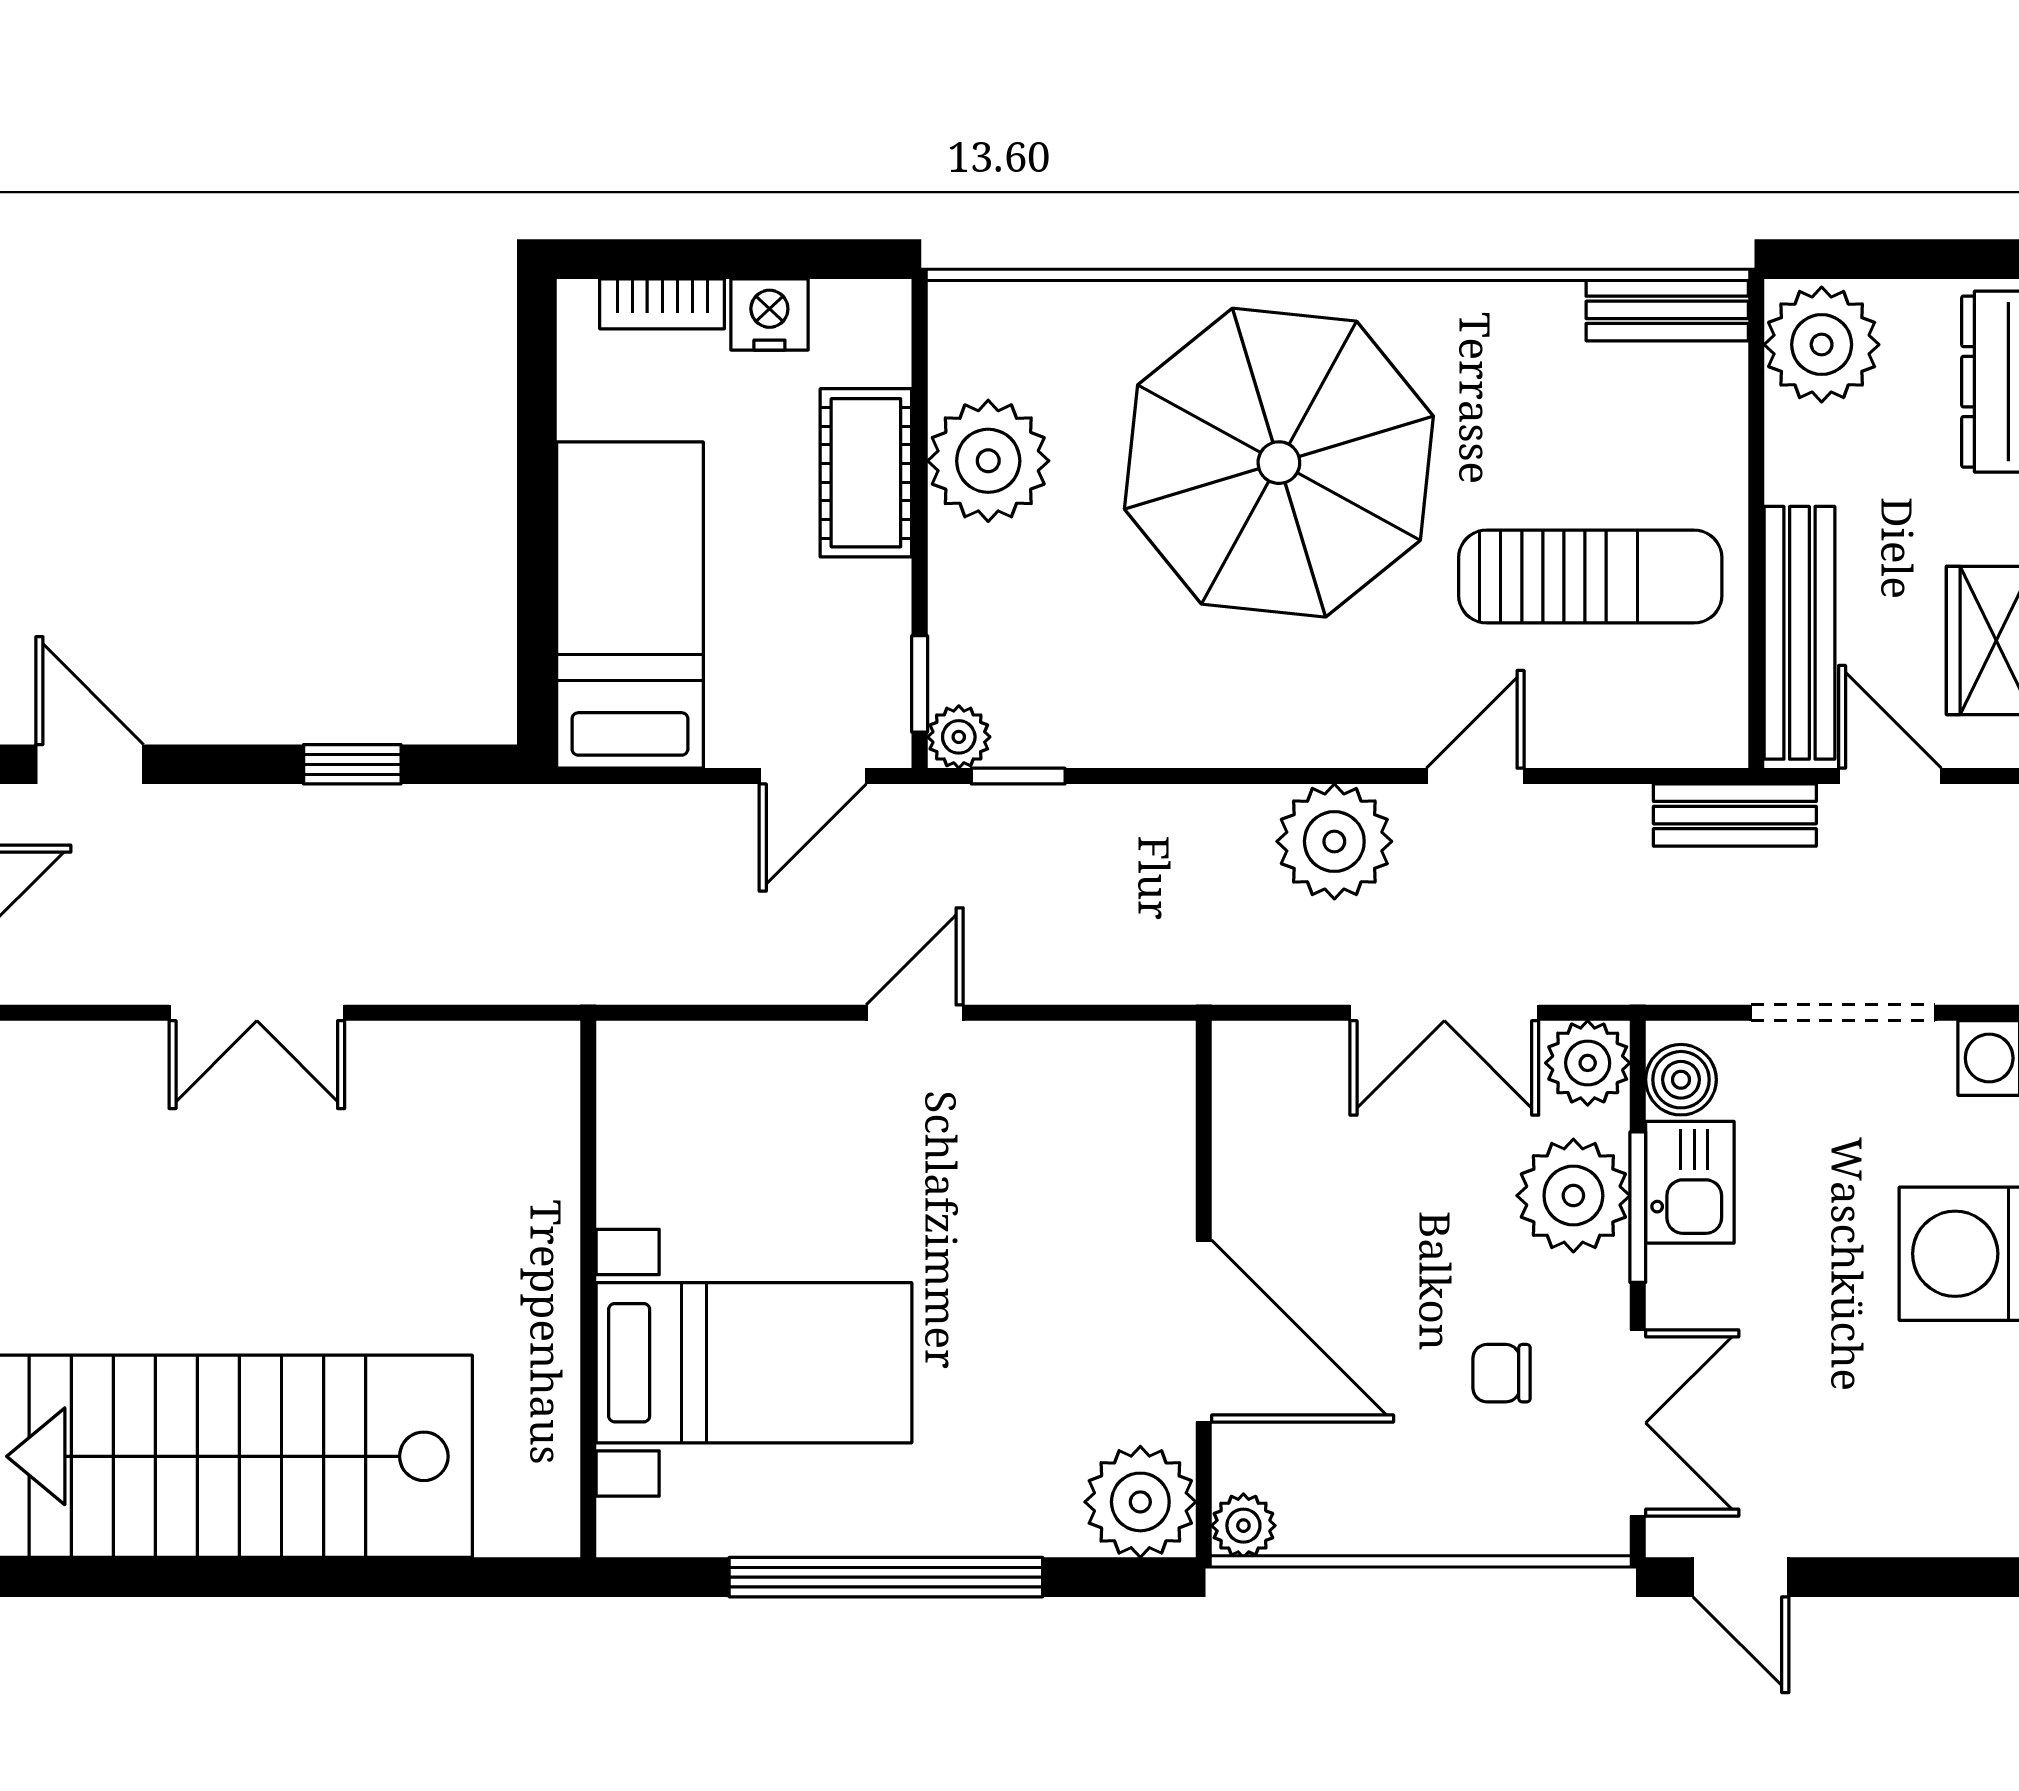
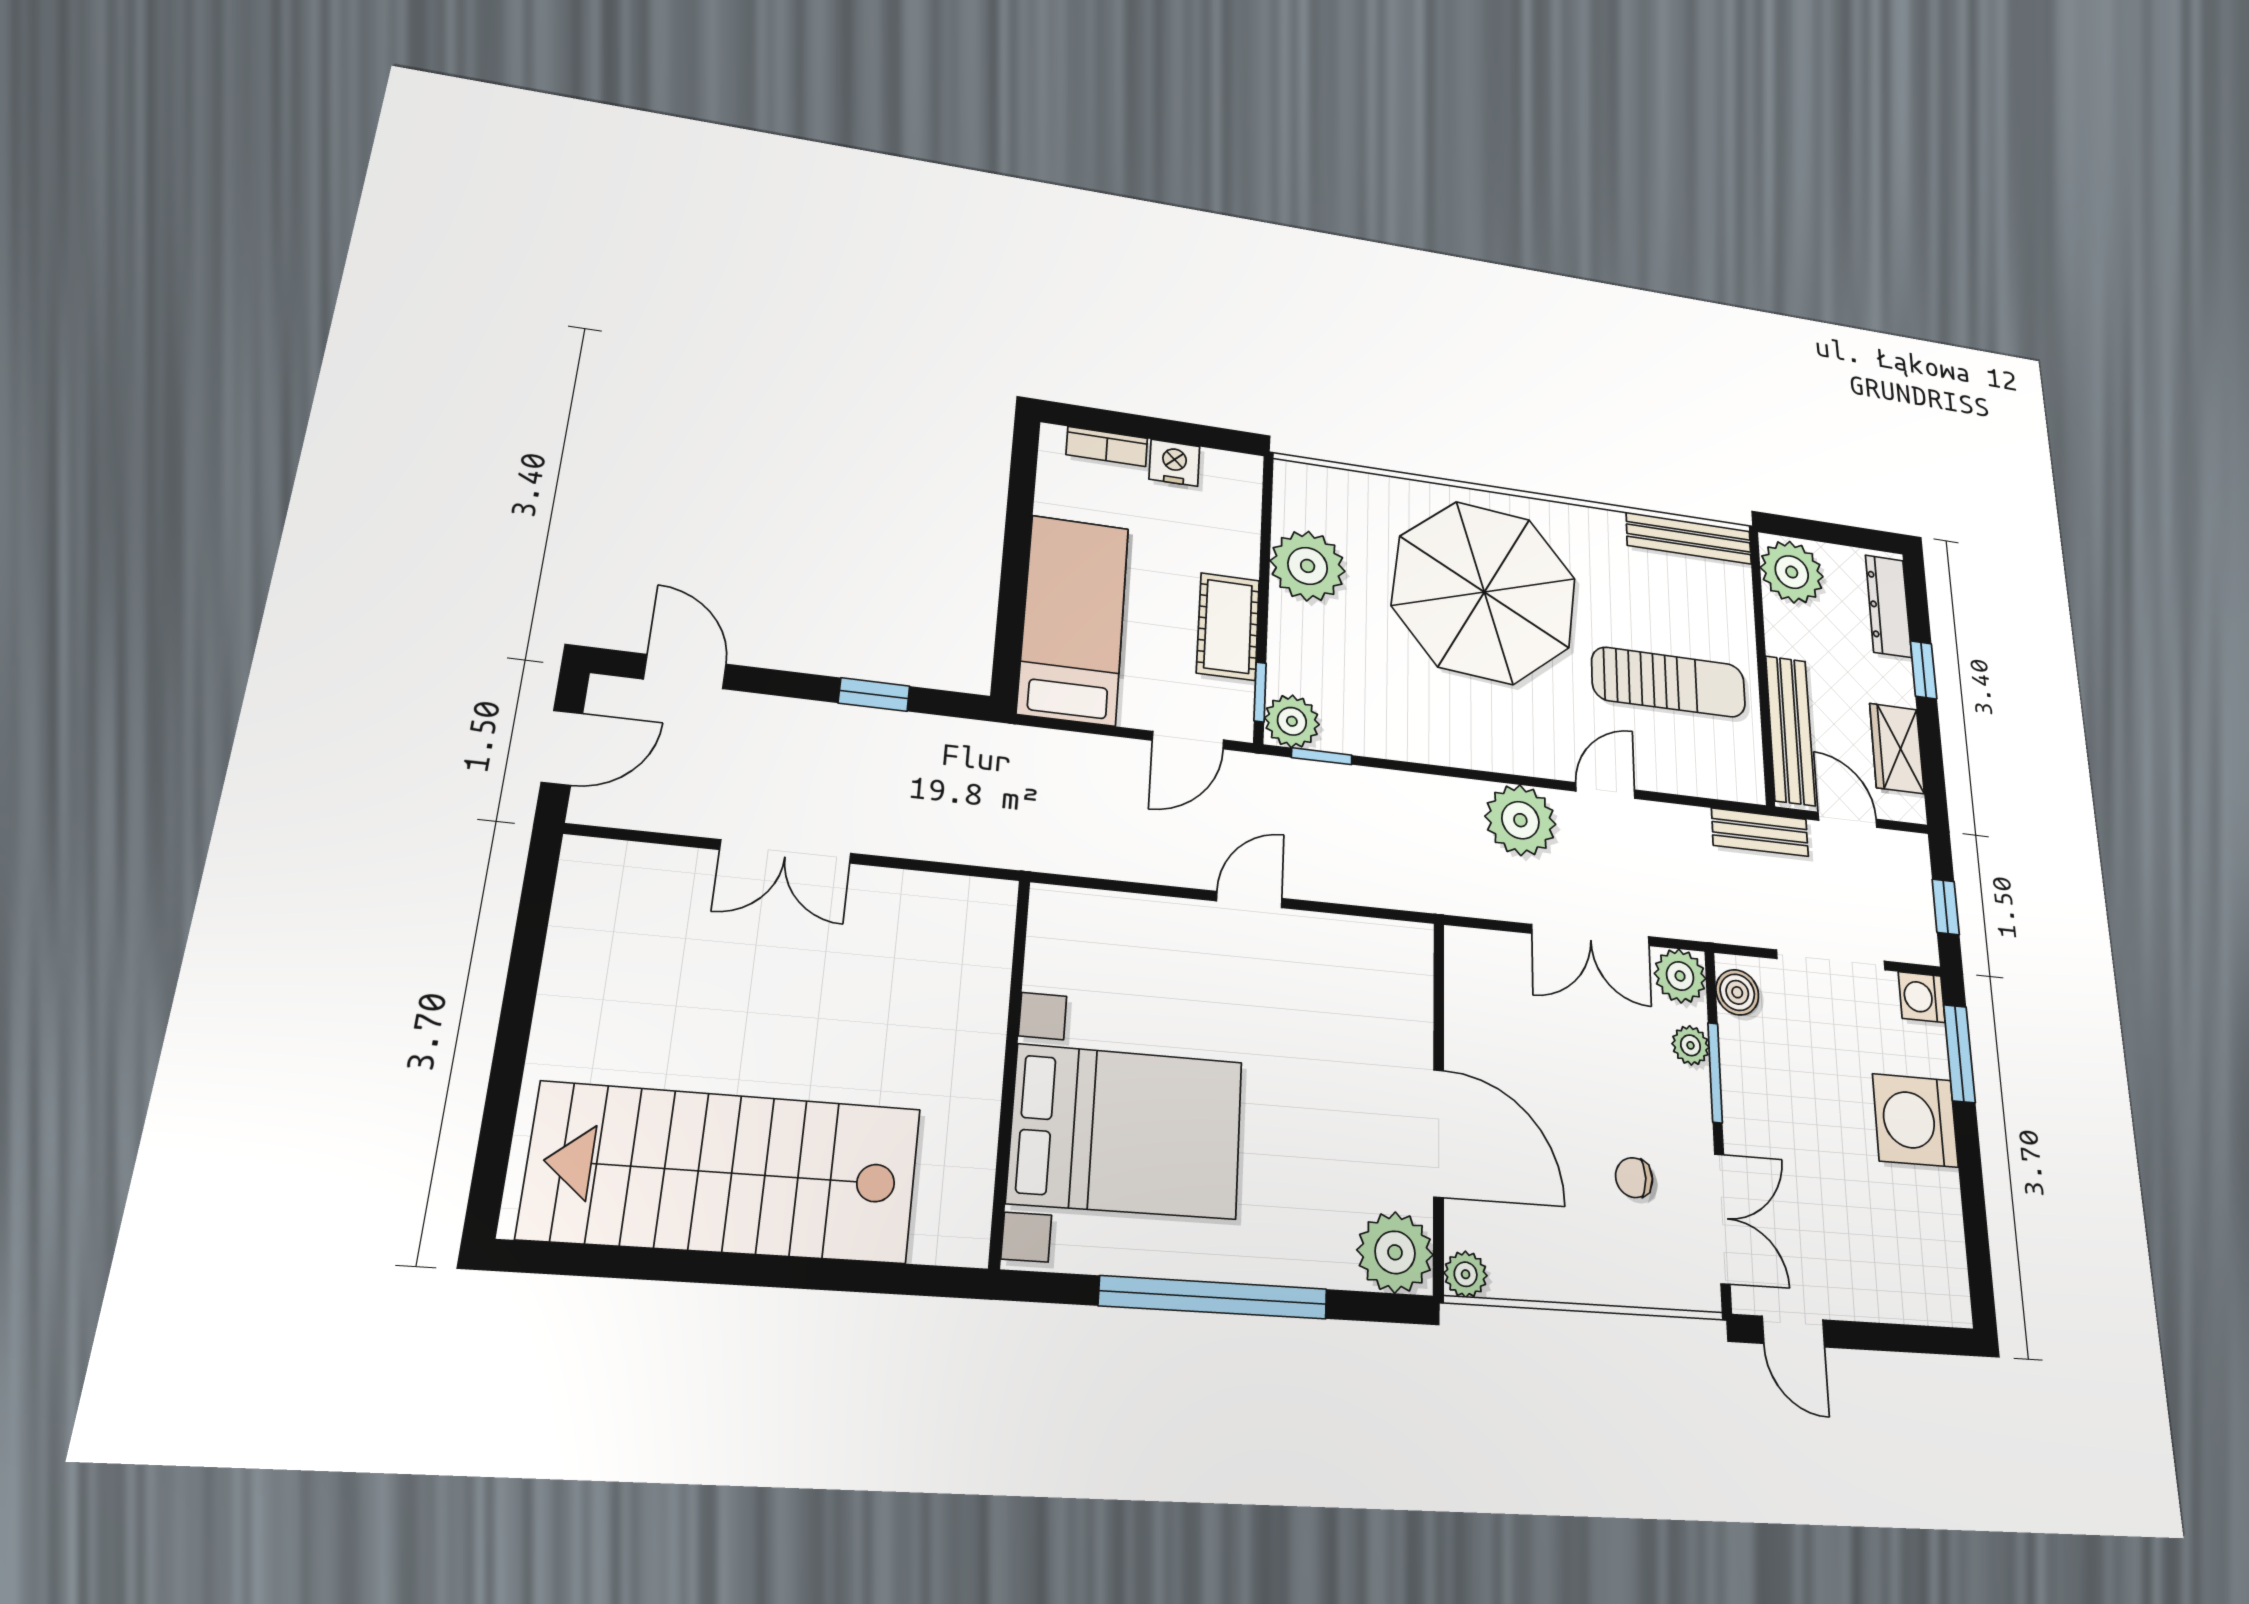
bench: (1667, 310) -> (1689, 538), width x1.36
cot: (866, 473) -> (1228, 626), moved
plant: (959, 737) -> (1292, 721), width x1.38, depth x1.38
kitchen sink: (1690, 1182) -> (1746, 1059), removed
plant: (1573, 1196) -> (1690, 1045), width x0.53, depth x0.53
bed with nightstands: (754, 1363) -> (1126, 1131), width x1.36

